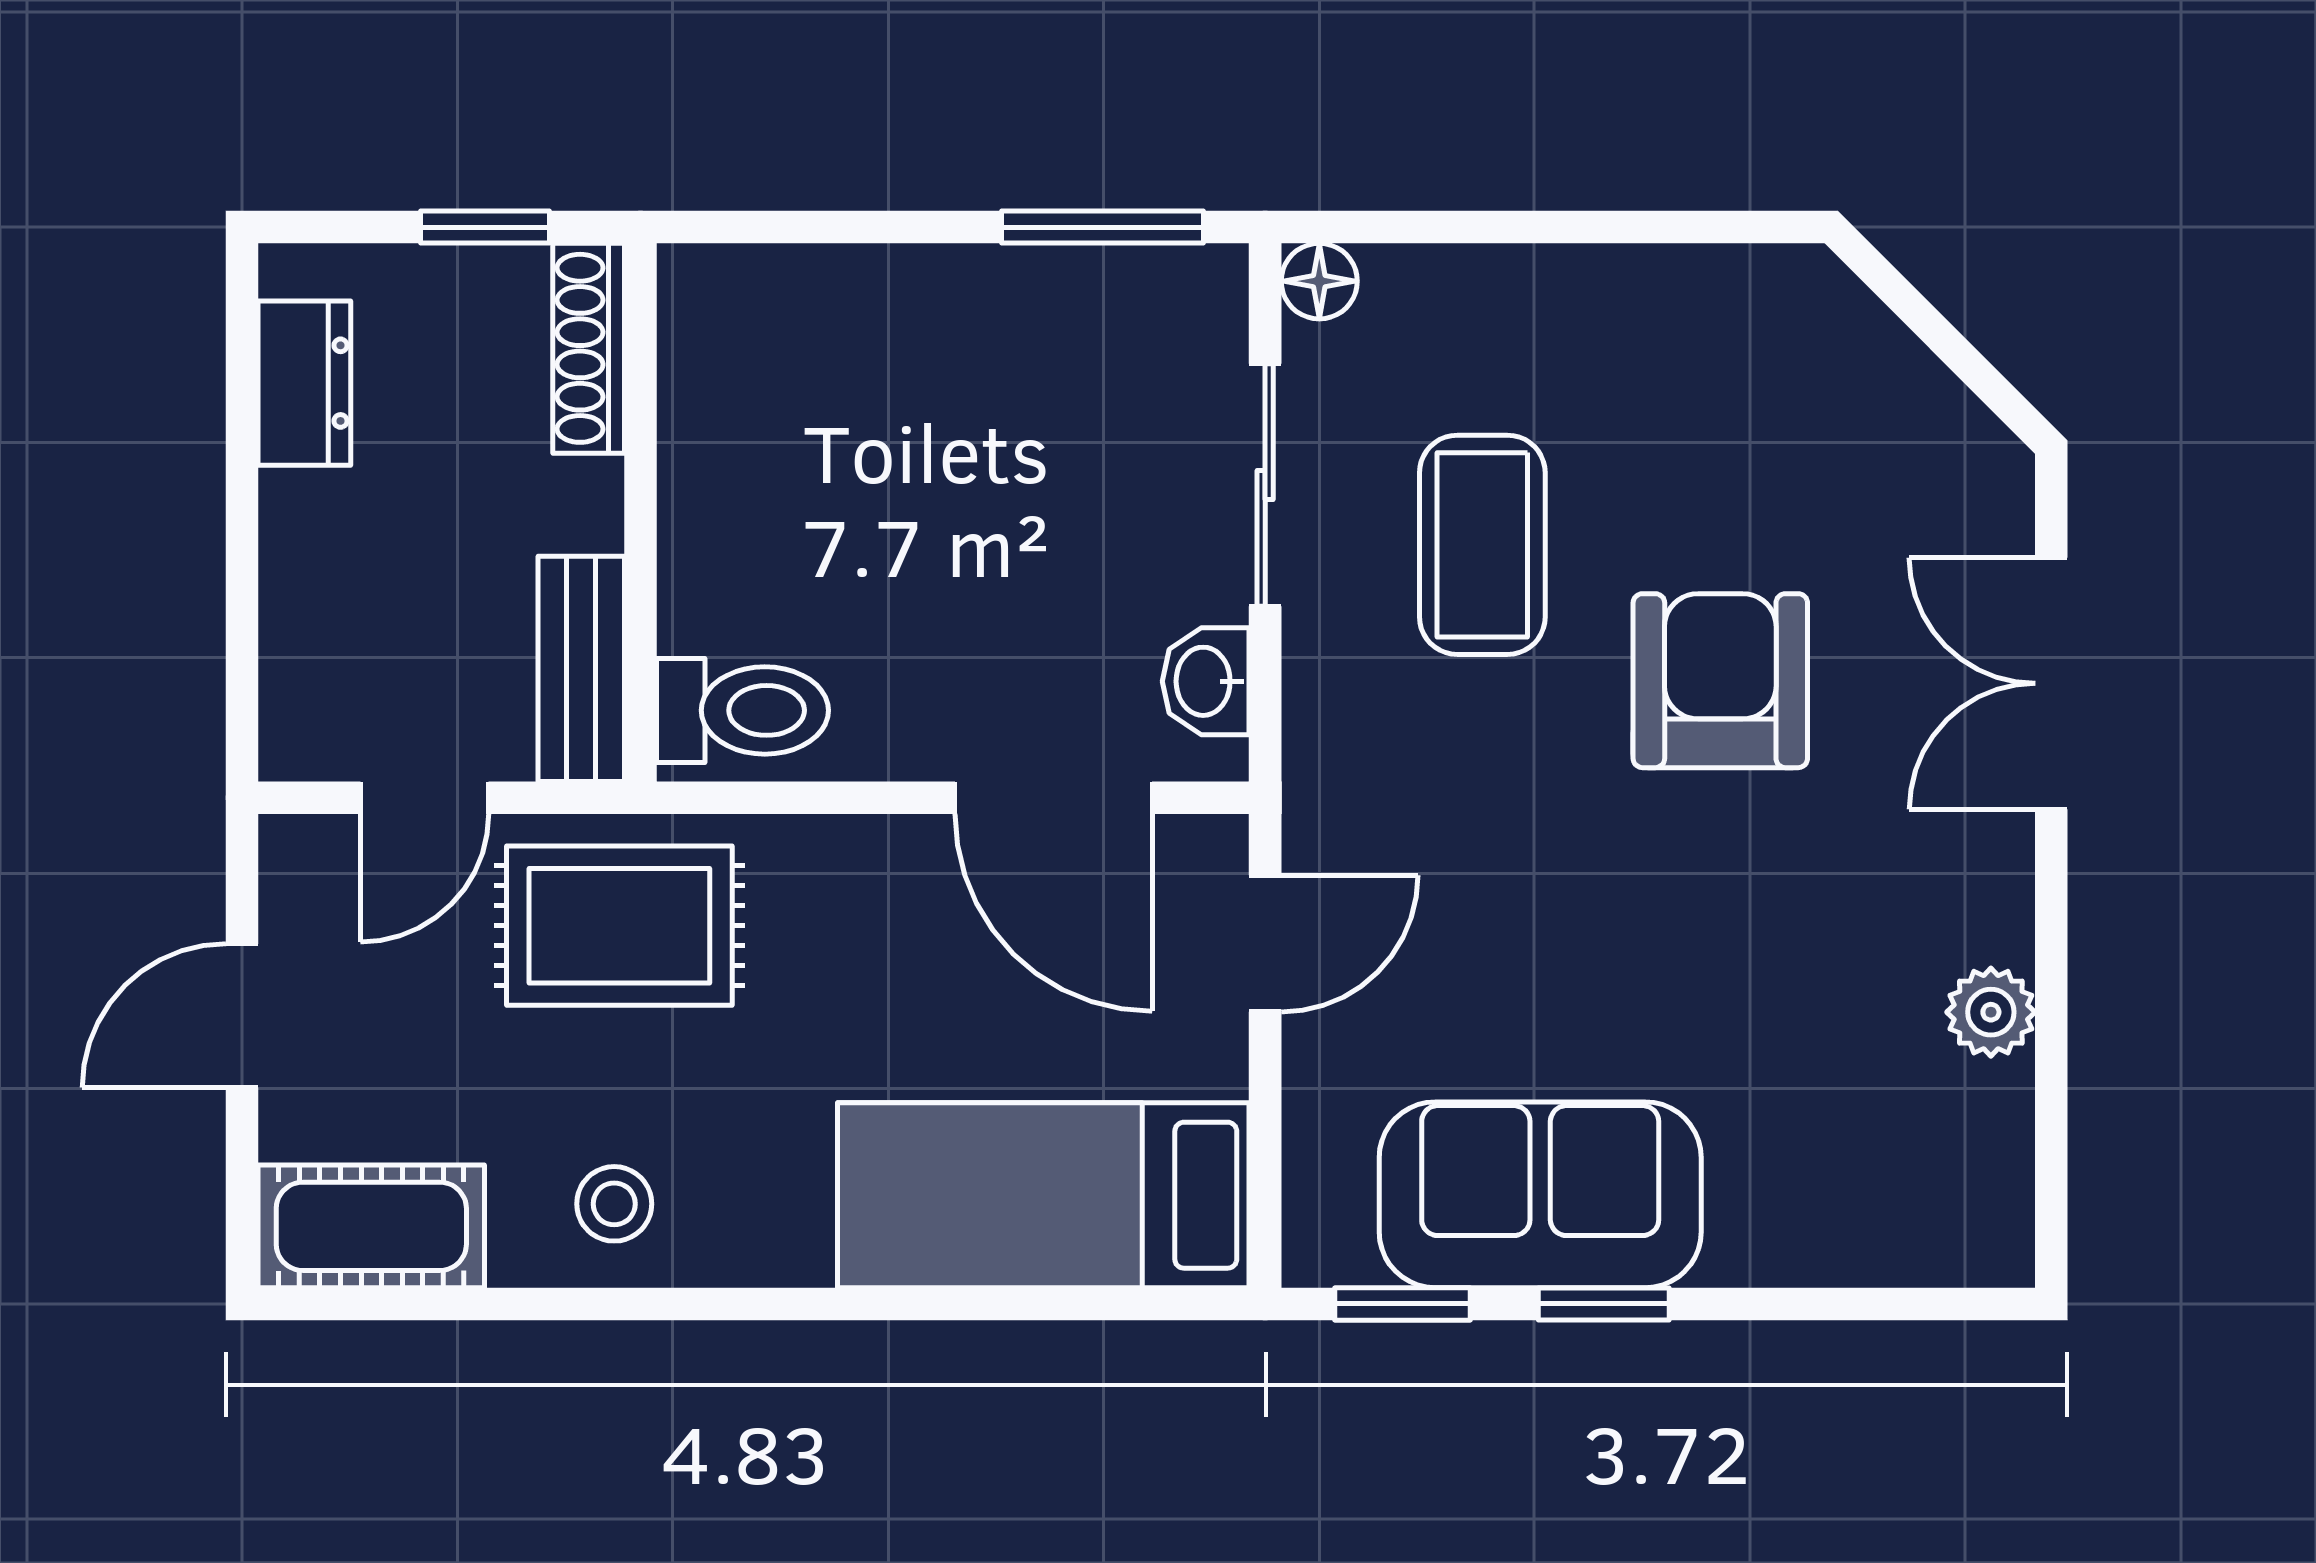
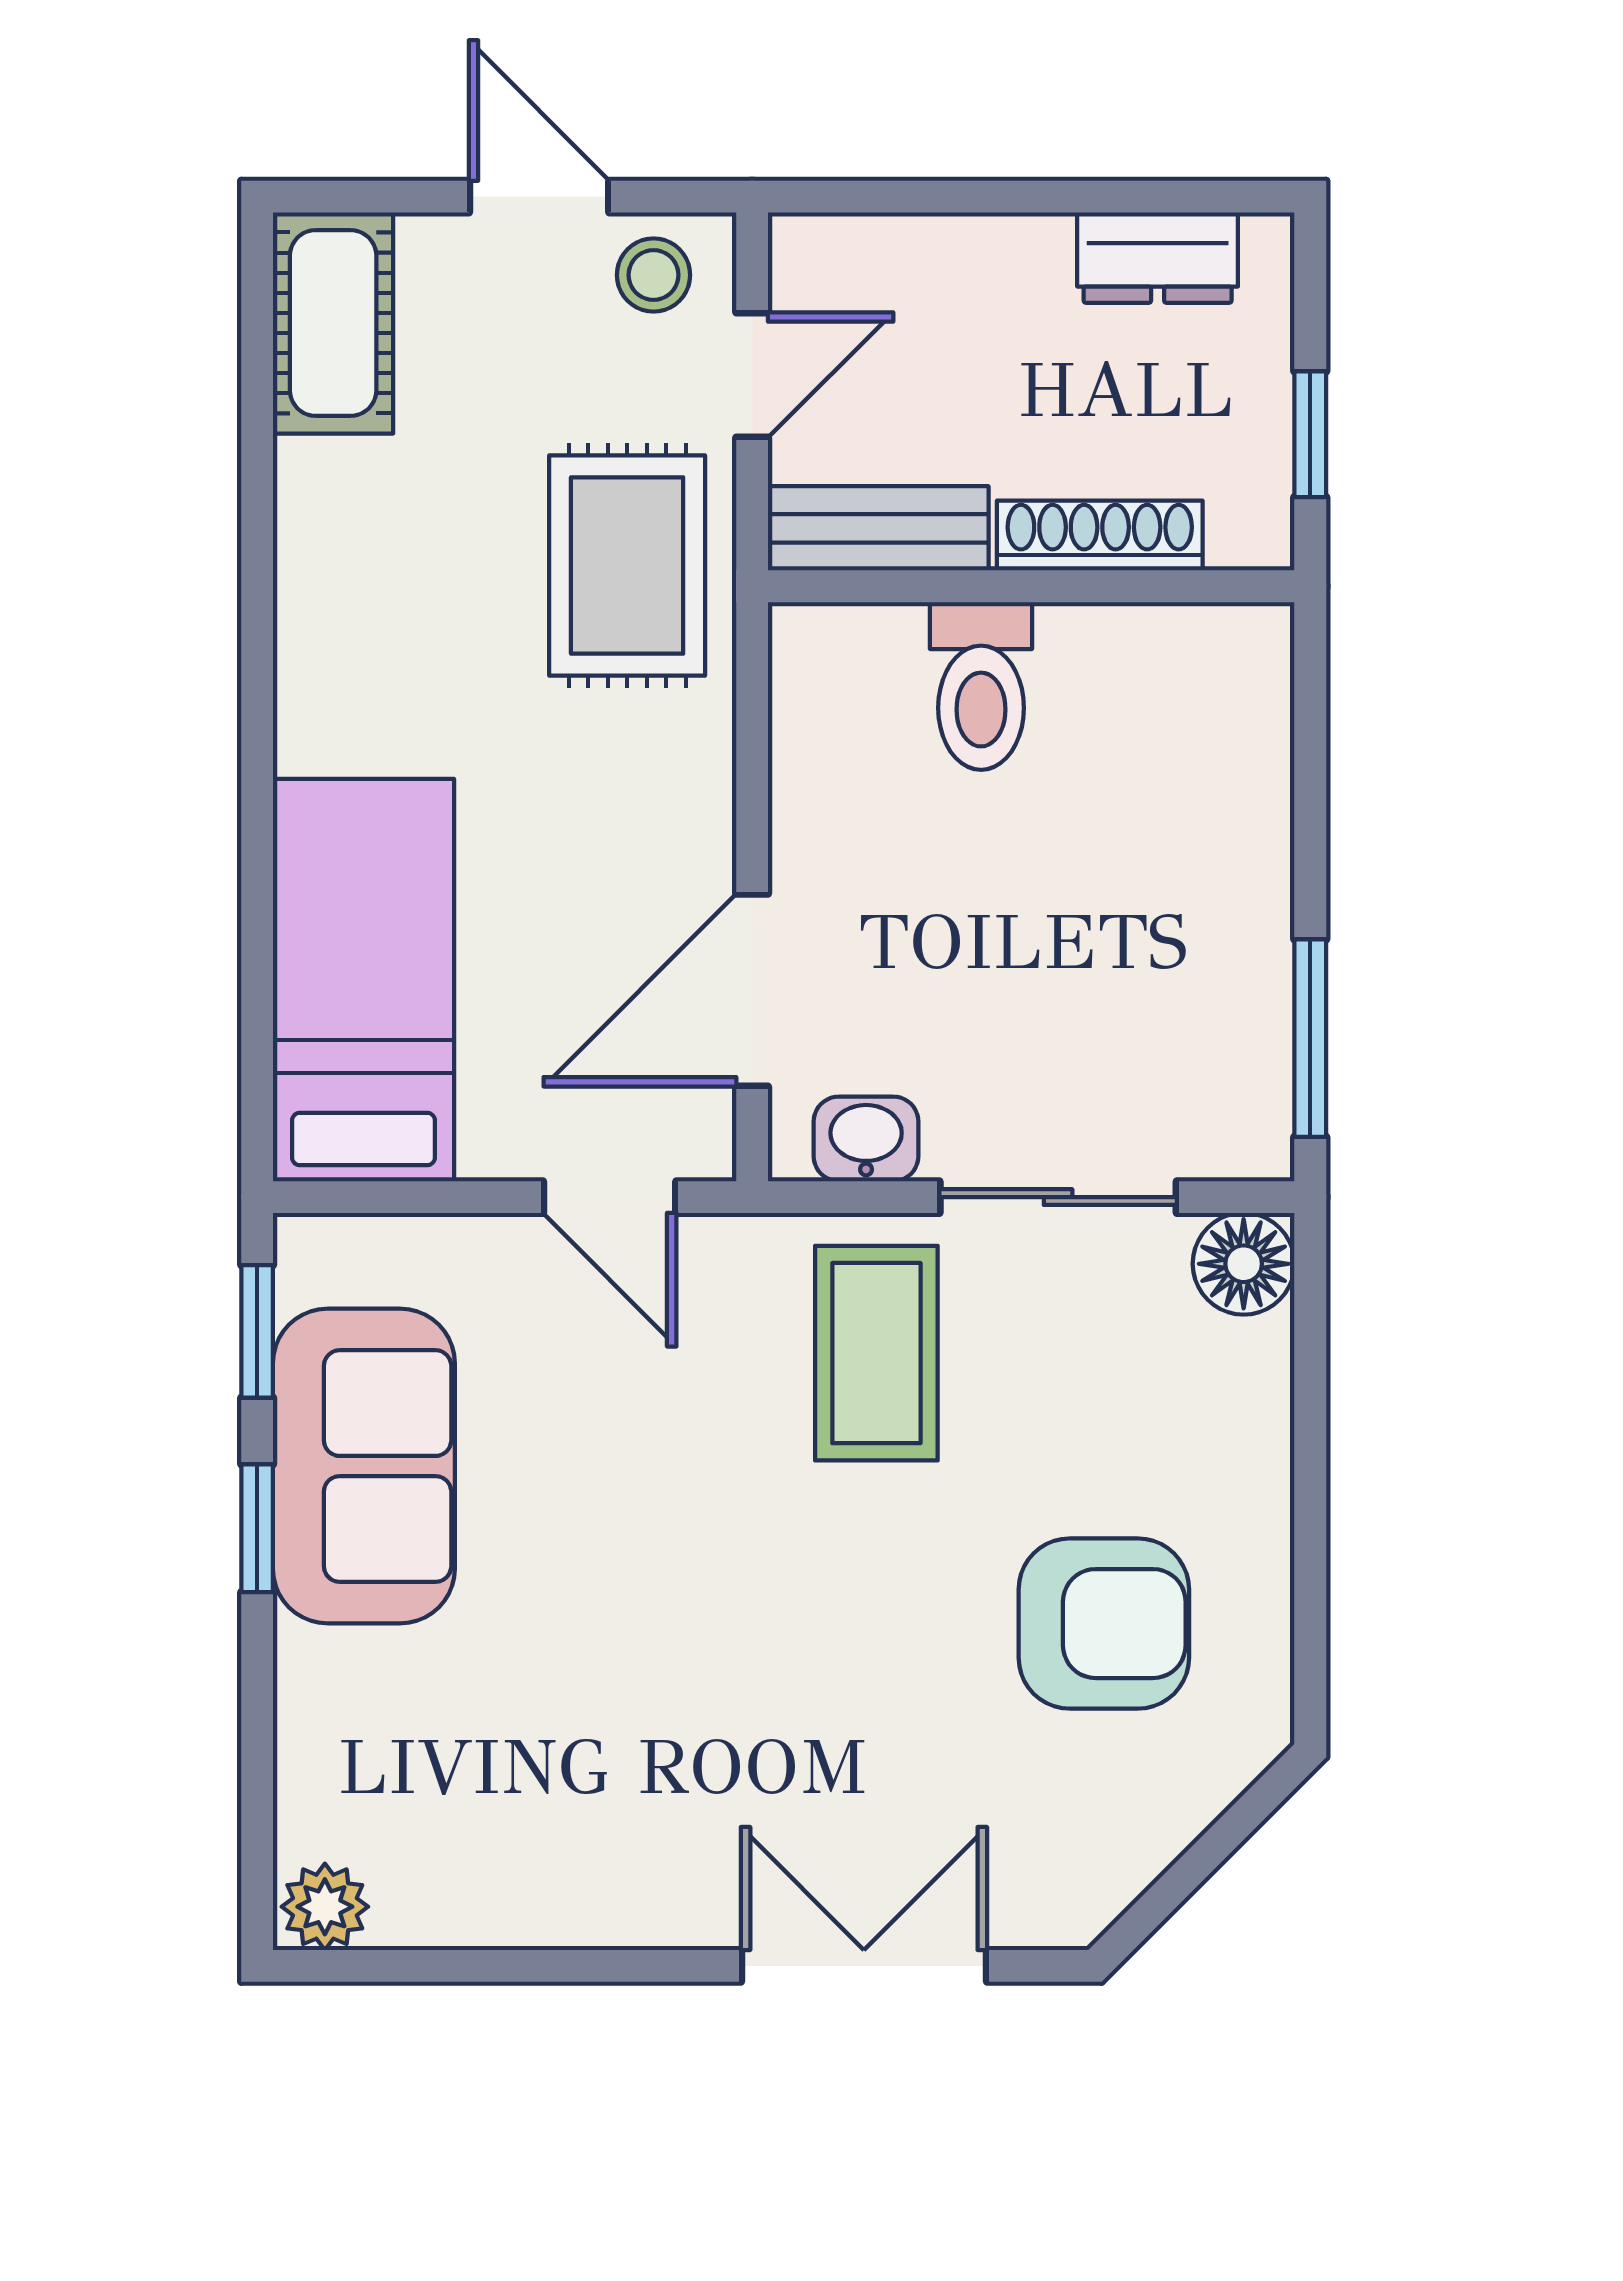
floor lamp: (1319, 281) -> (1244, 1264), width x1.37, depth x1.37
shoe rack: (589, 348) -> (1100, 535), moved
coffee table: (1482, 545) -> (876, 1353), moved, turned 90
armchair: (1720, 681) -> (1104, 1624), moved
toilet: (743, 710) -> (981, 686), moved
door: (424, 798) -> (752, 375), swing flipped
plant: (1991, 1012) -> (325, 1907), moved
stool: (614, 1204) -> (654, 275), moved

